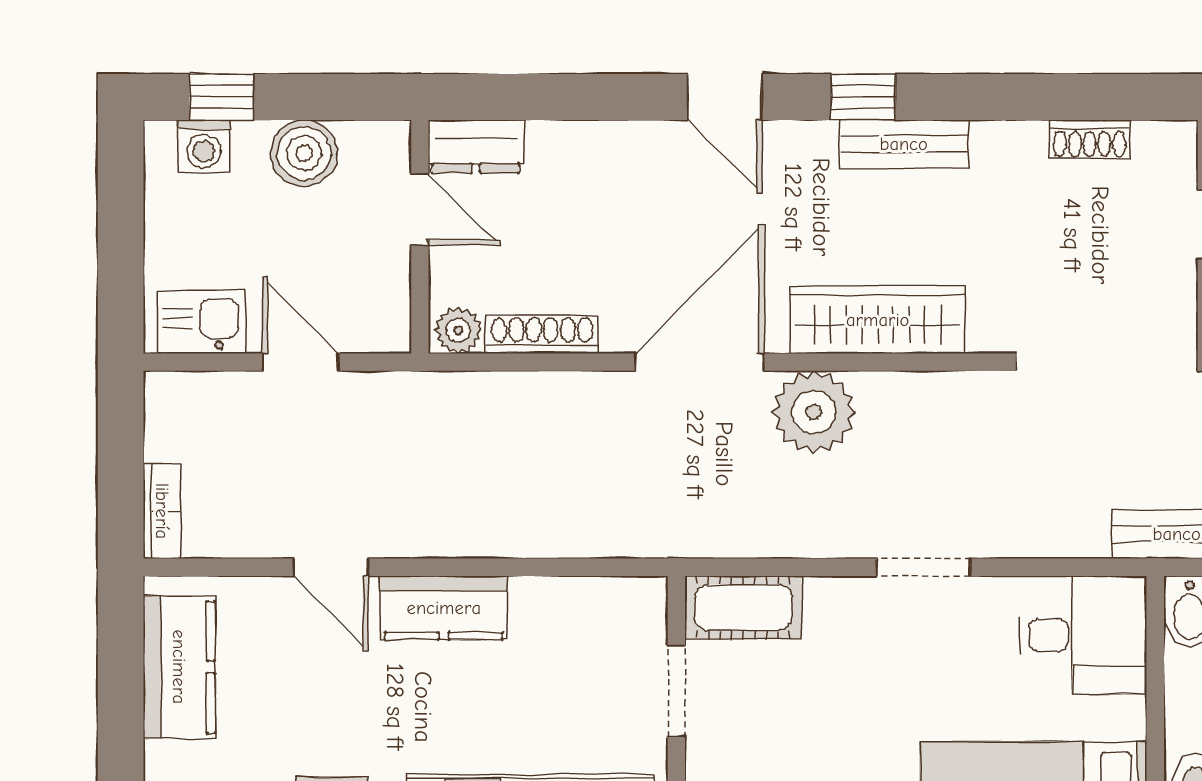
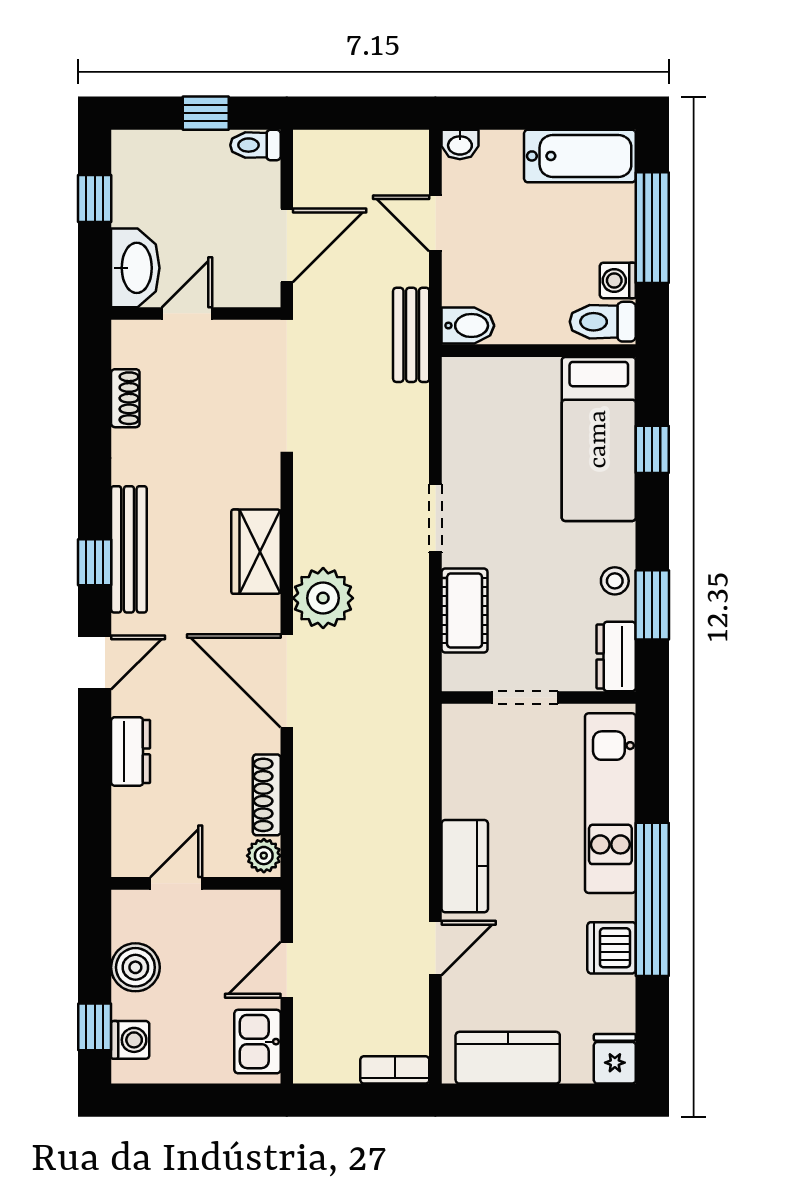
bench: (904, 144) -> (129, 549), width x1.36
dresser: (476, 147) -> (131, 751), moved
wardrobe: (878, 320) -> (256, 552), width x0.67
cot: (743, 607) -> (465, 611), moved
desk: (1083, 635) -> (485, 403), removed

